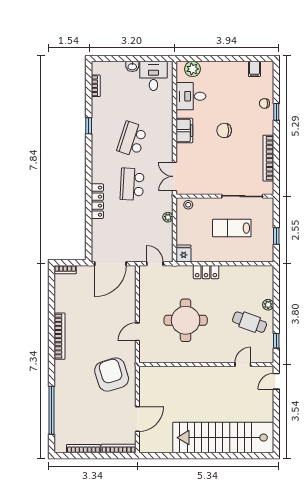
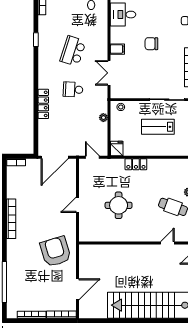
filing cabinet: (184, 131) -> (117, 49), width x0.50
double door: (174, 176) -> (109, 73), moved
school desk: (132, 184) -> (73, 89), width x0.54
round table: (186, 320) -> (119, 205), width x0.73, depth x0.73
door: (137, 332) -> (77, 205), moved

